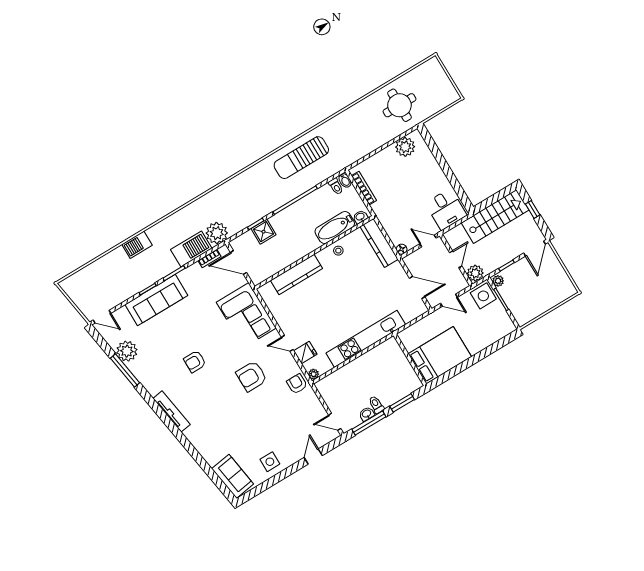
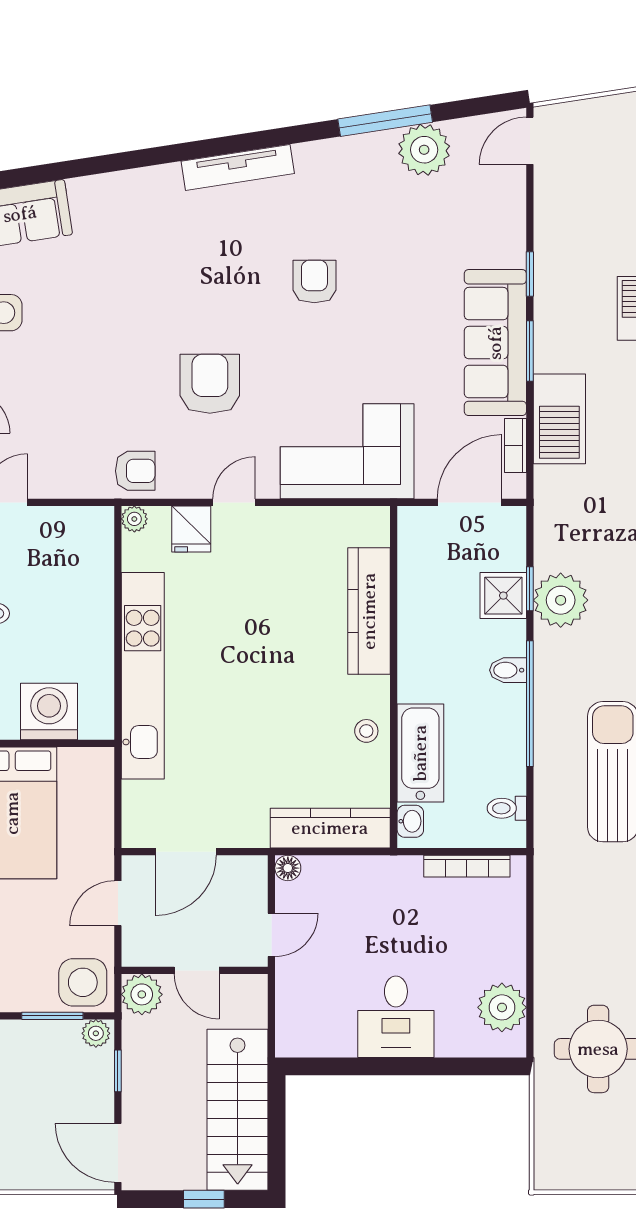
bidet: (345, 180) -> (508, 670), moved
desk: (446, 209) -> (396, 1017), moved, turned -90
plant: (217, 233) -> (561, 600), moved
sofa: (156, 300) -> (495, 343), moved
washing machine: (397, 364) -> (49, 711), added

